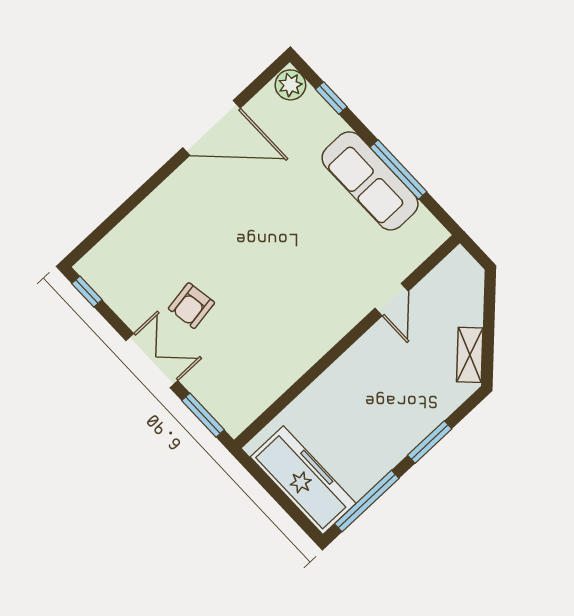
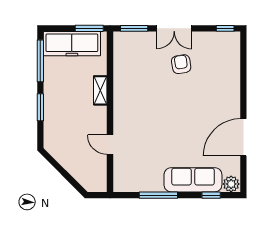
sofa: (370, 181) -> (193, 180), moved
shelving: (470, 355) -> (100, 90), moved, turned 45
window: (260, 476) -> (89, 28), added

